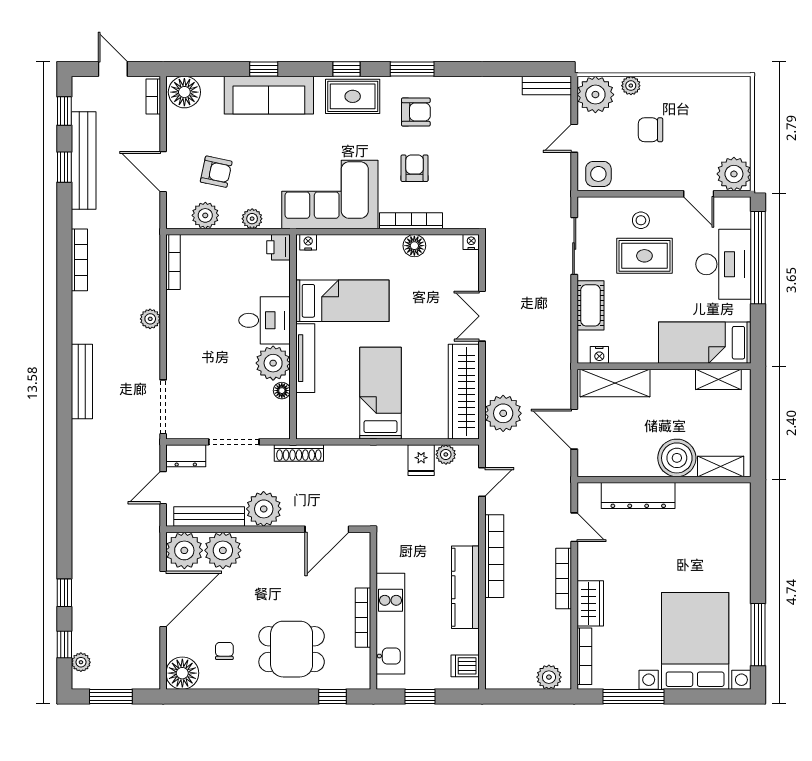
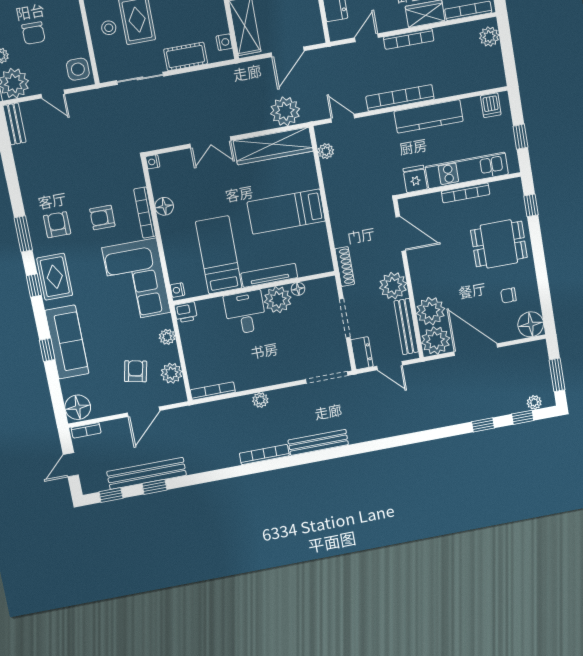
bookcase: (79, 260) -> (264, 454), moved
fridge: (421, 460) -> (415, 179), moved, turned -90
dining table: (292, 649) -> (499, 244), turned 90

